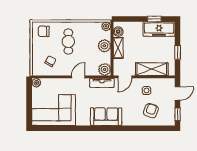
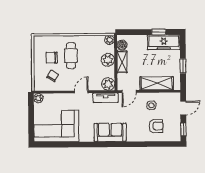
chair: (44, 31) -> (52, 58), moved
armchair: (151, 111) -> (156, 126), turned 71

